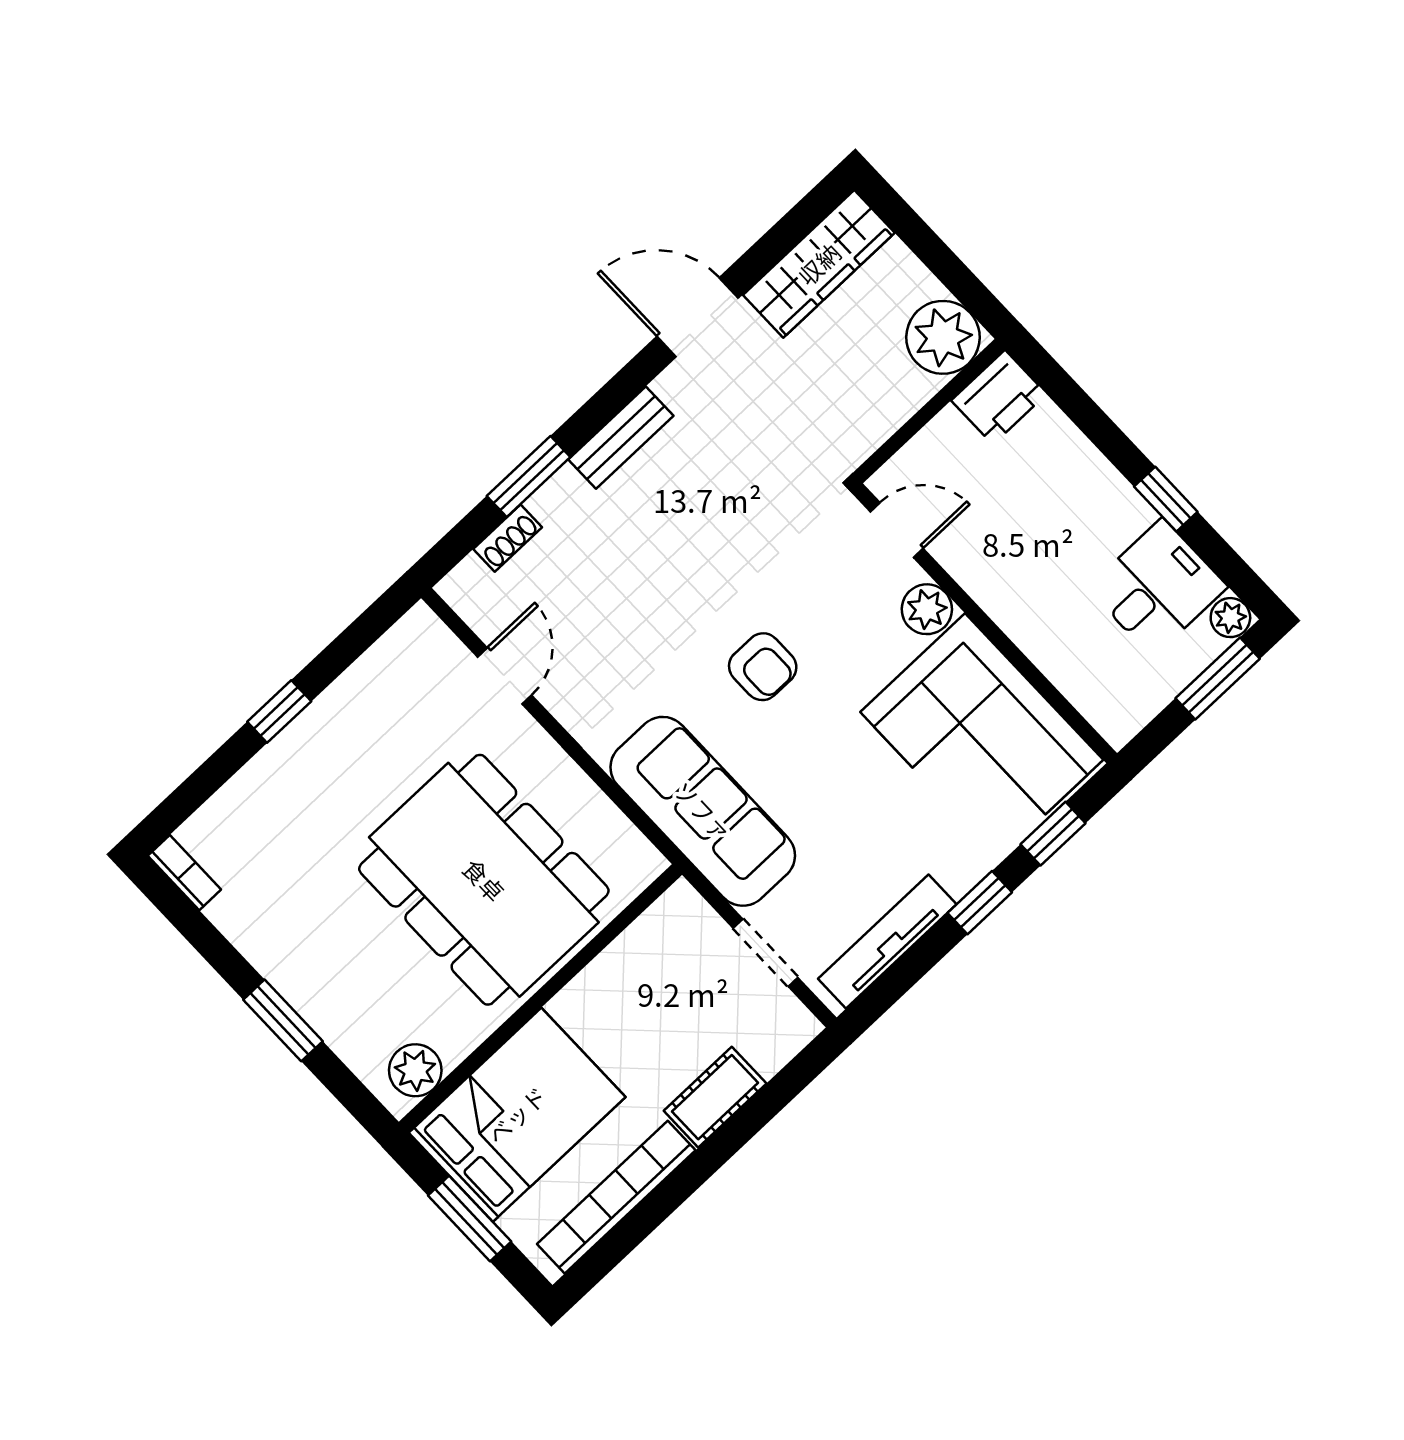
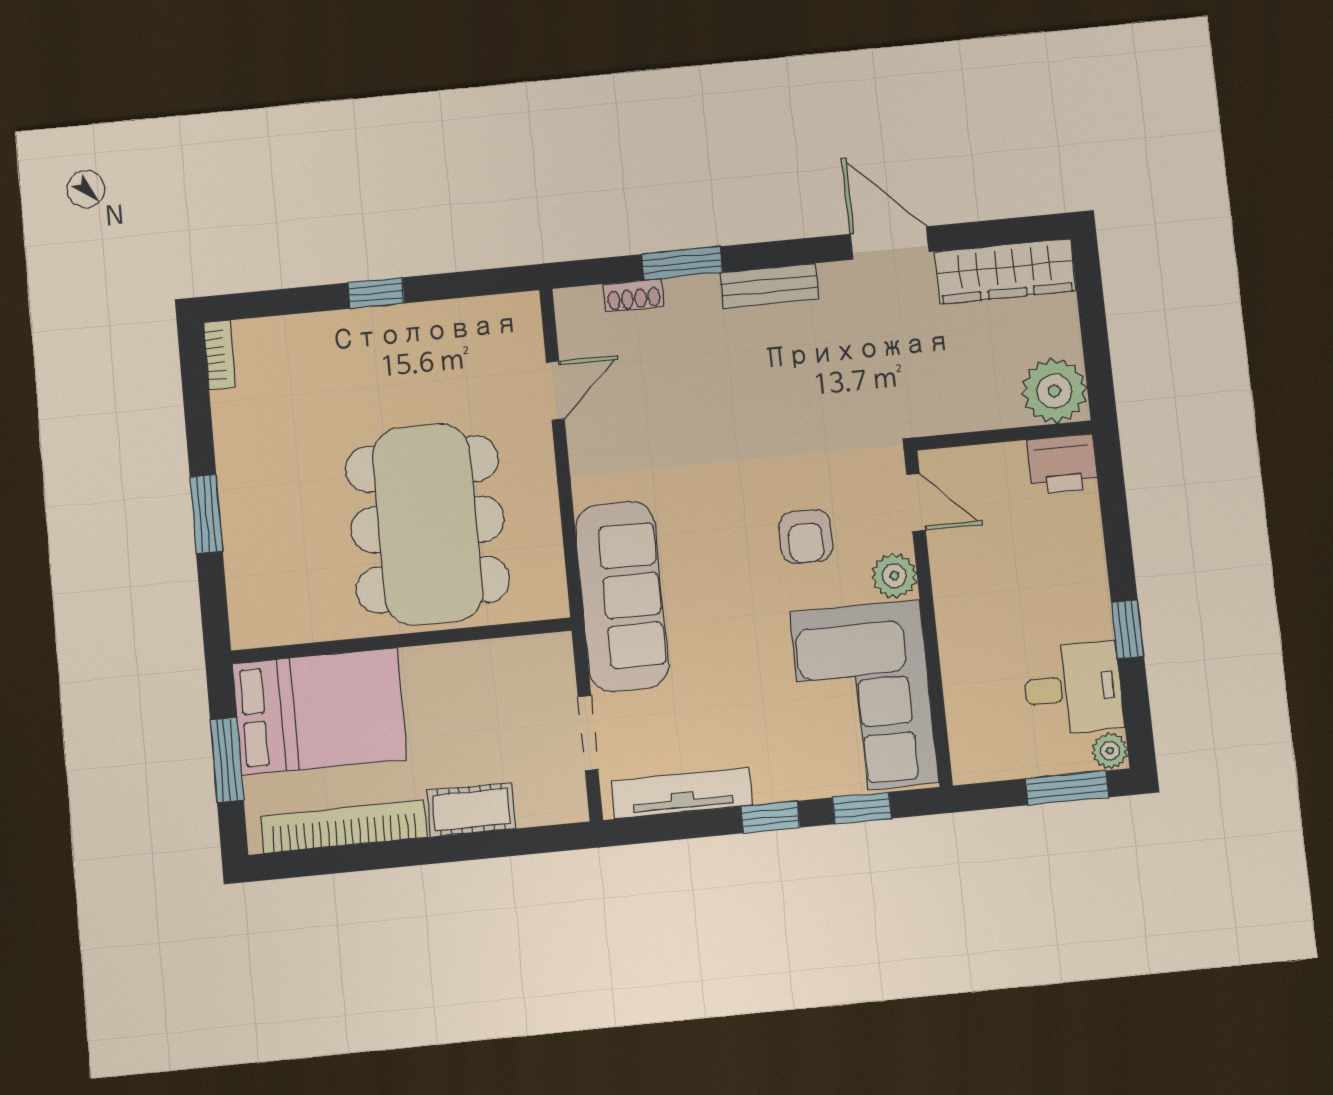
armchair: (763, 667) -> (806, 537), moved
plant: (415, 1070) -> (272, 623), removed

